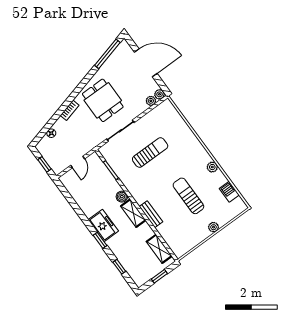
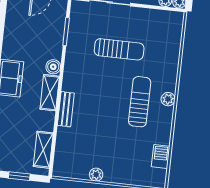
plant: (212, 167) -> (168, 99), moved
sun lounger: (188, 196) -> (140, 102), moved
plant: (213, 227) -> (96, 175), moved

